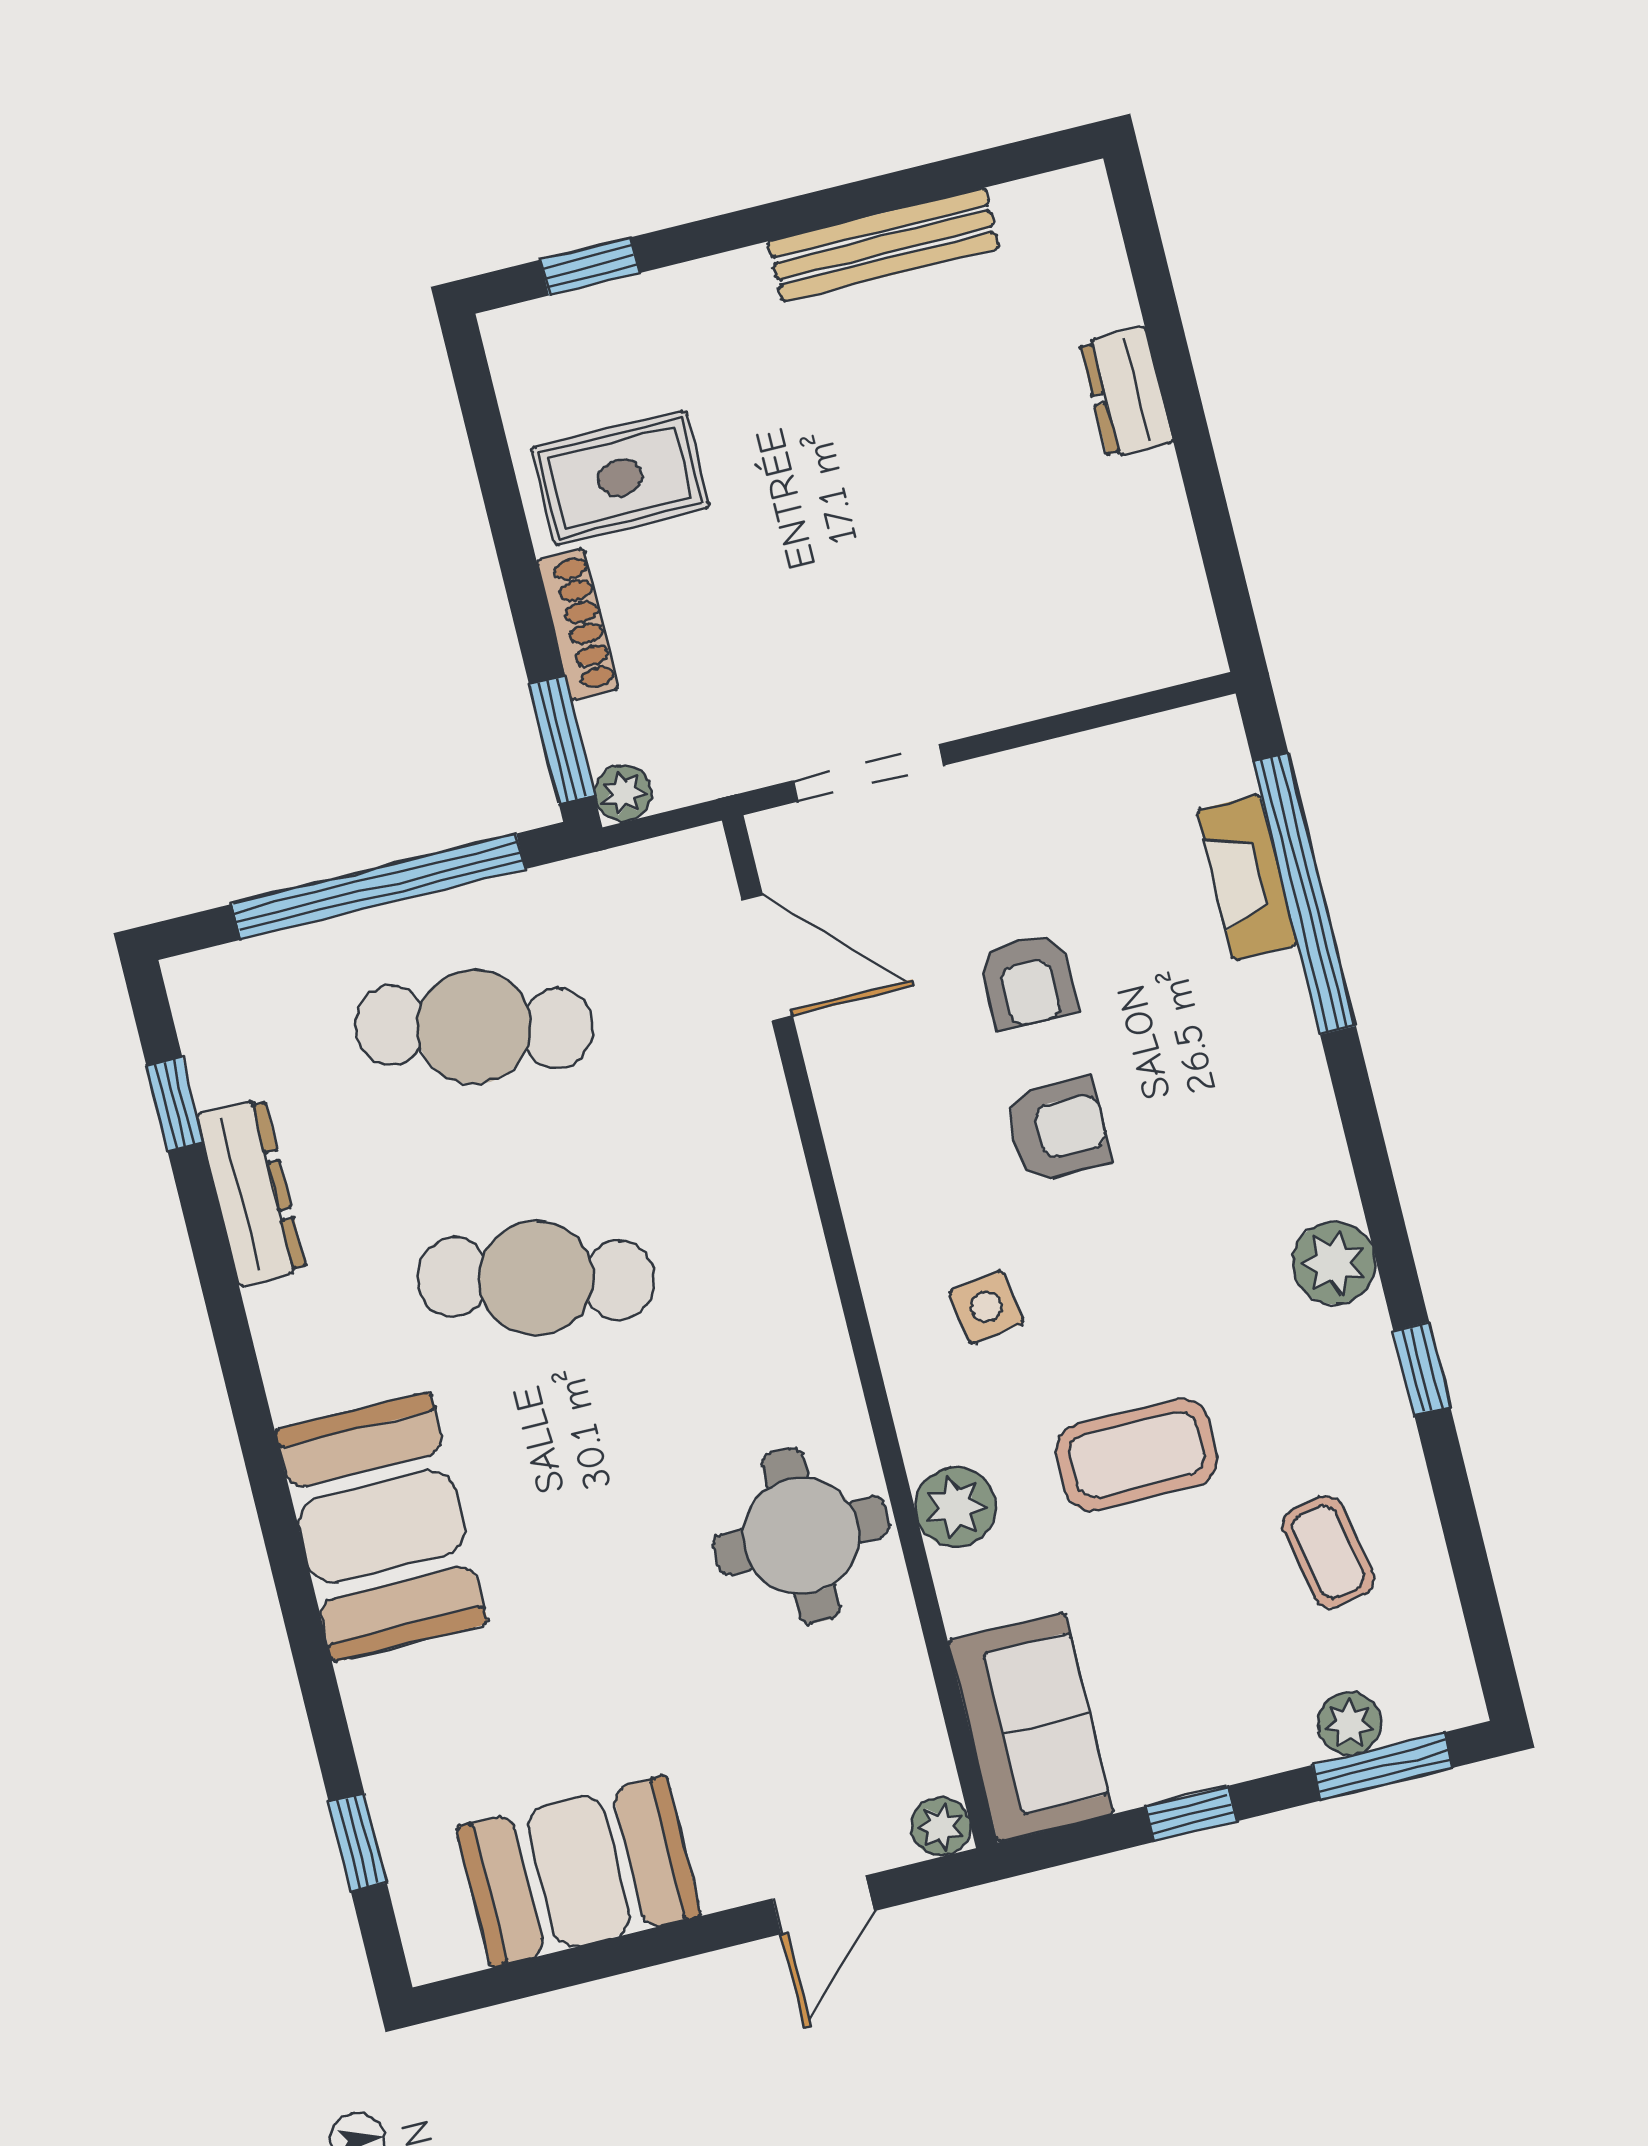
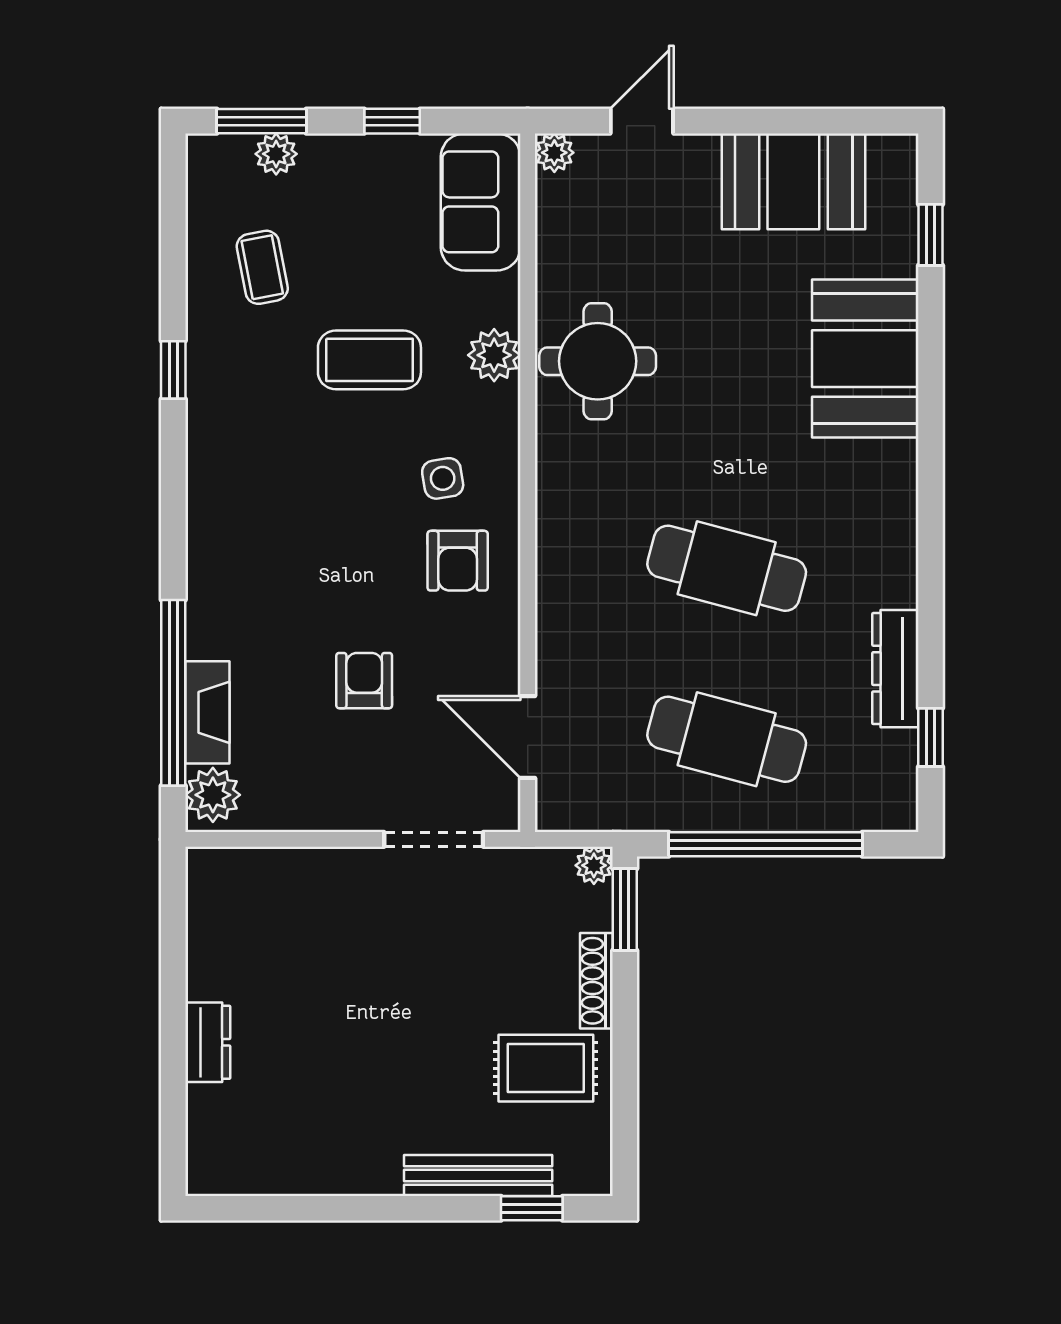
bench: (883, 245) -> (478, 1175), moved
armchair: (1058, 1129) -> (458, 561), moved, turned -90
plant: (1334, 1263) -> (213, 795), moved
booth: (381, 1527) -> (865, 359), moved

